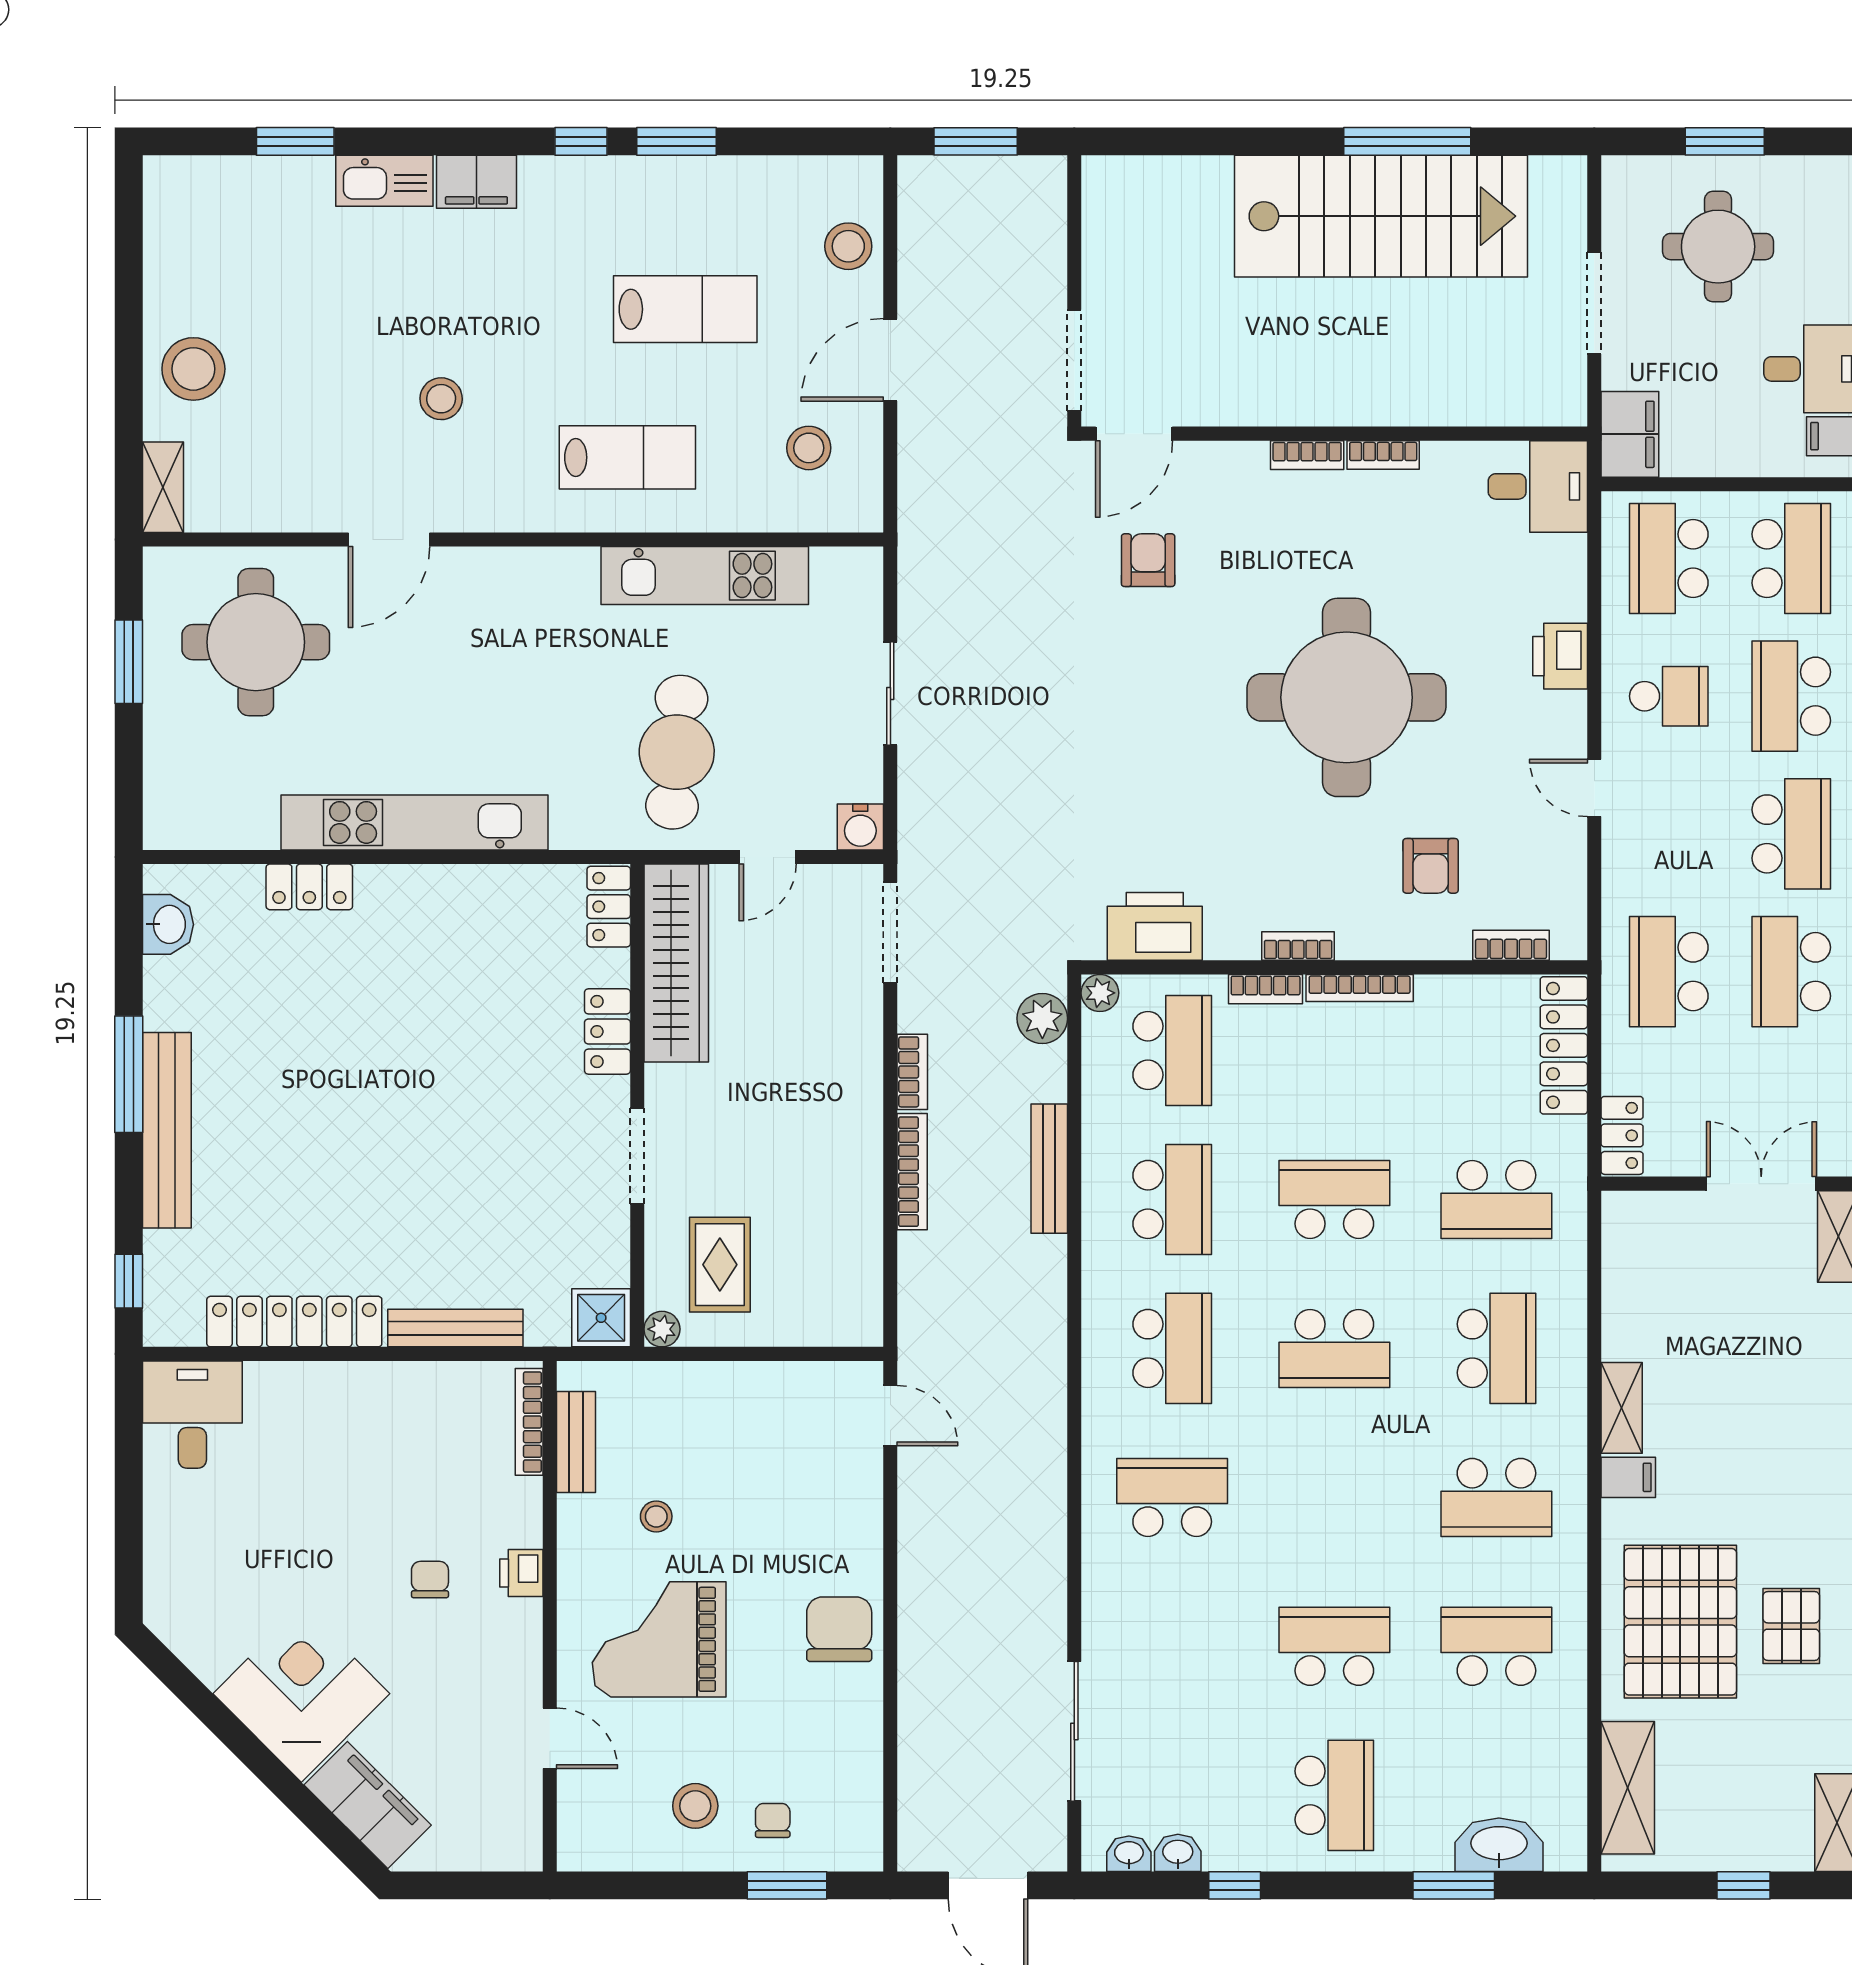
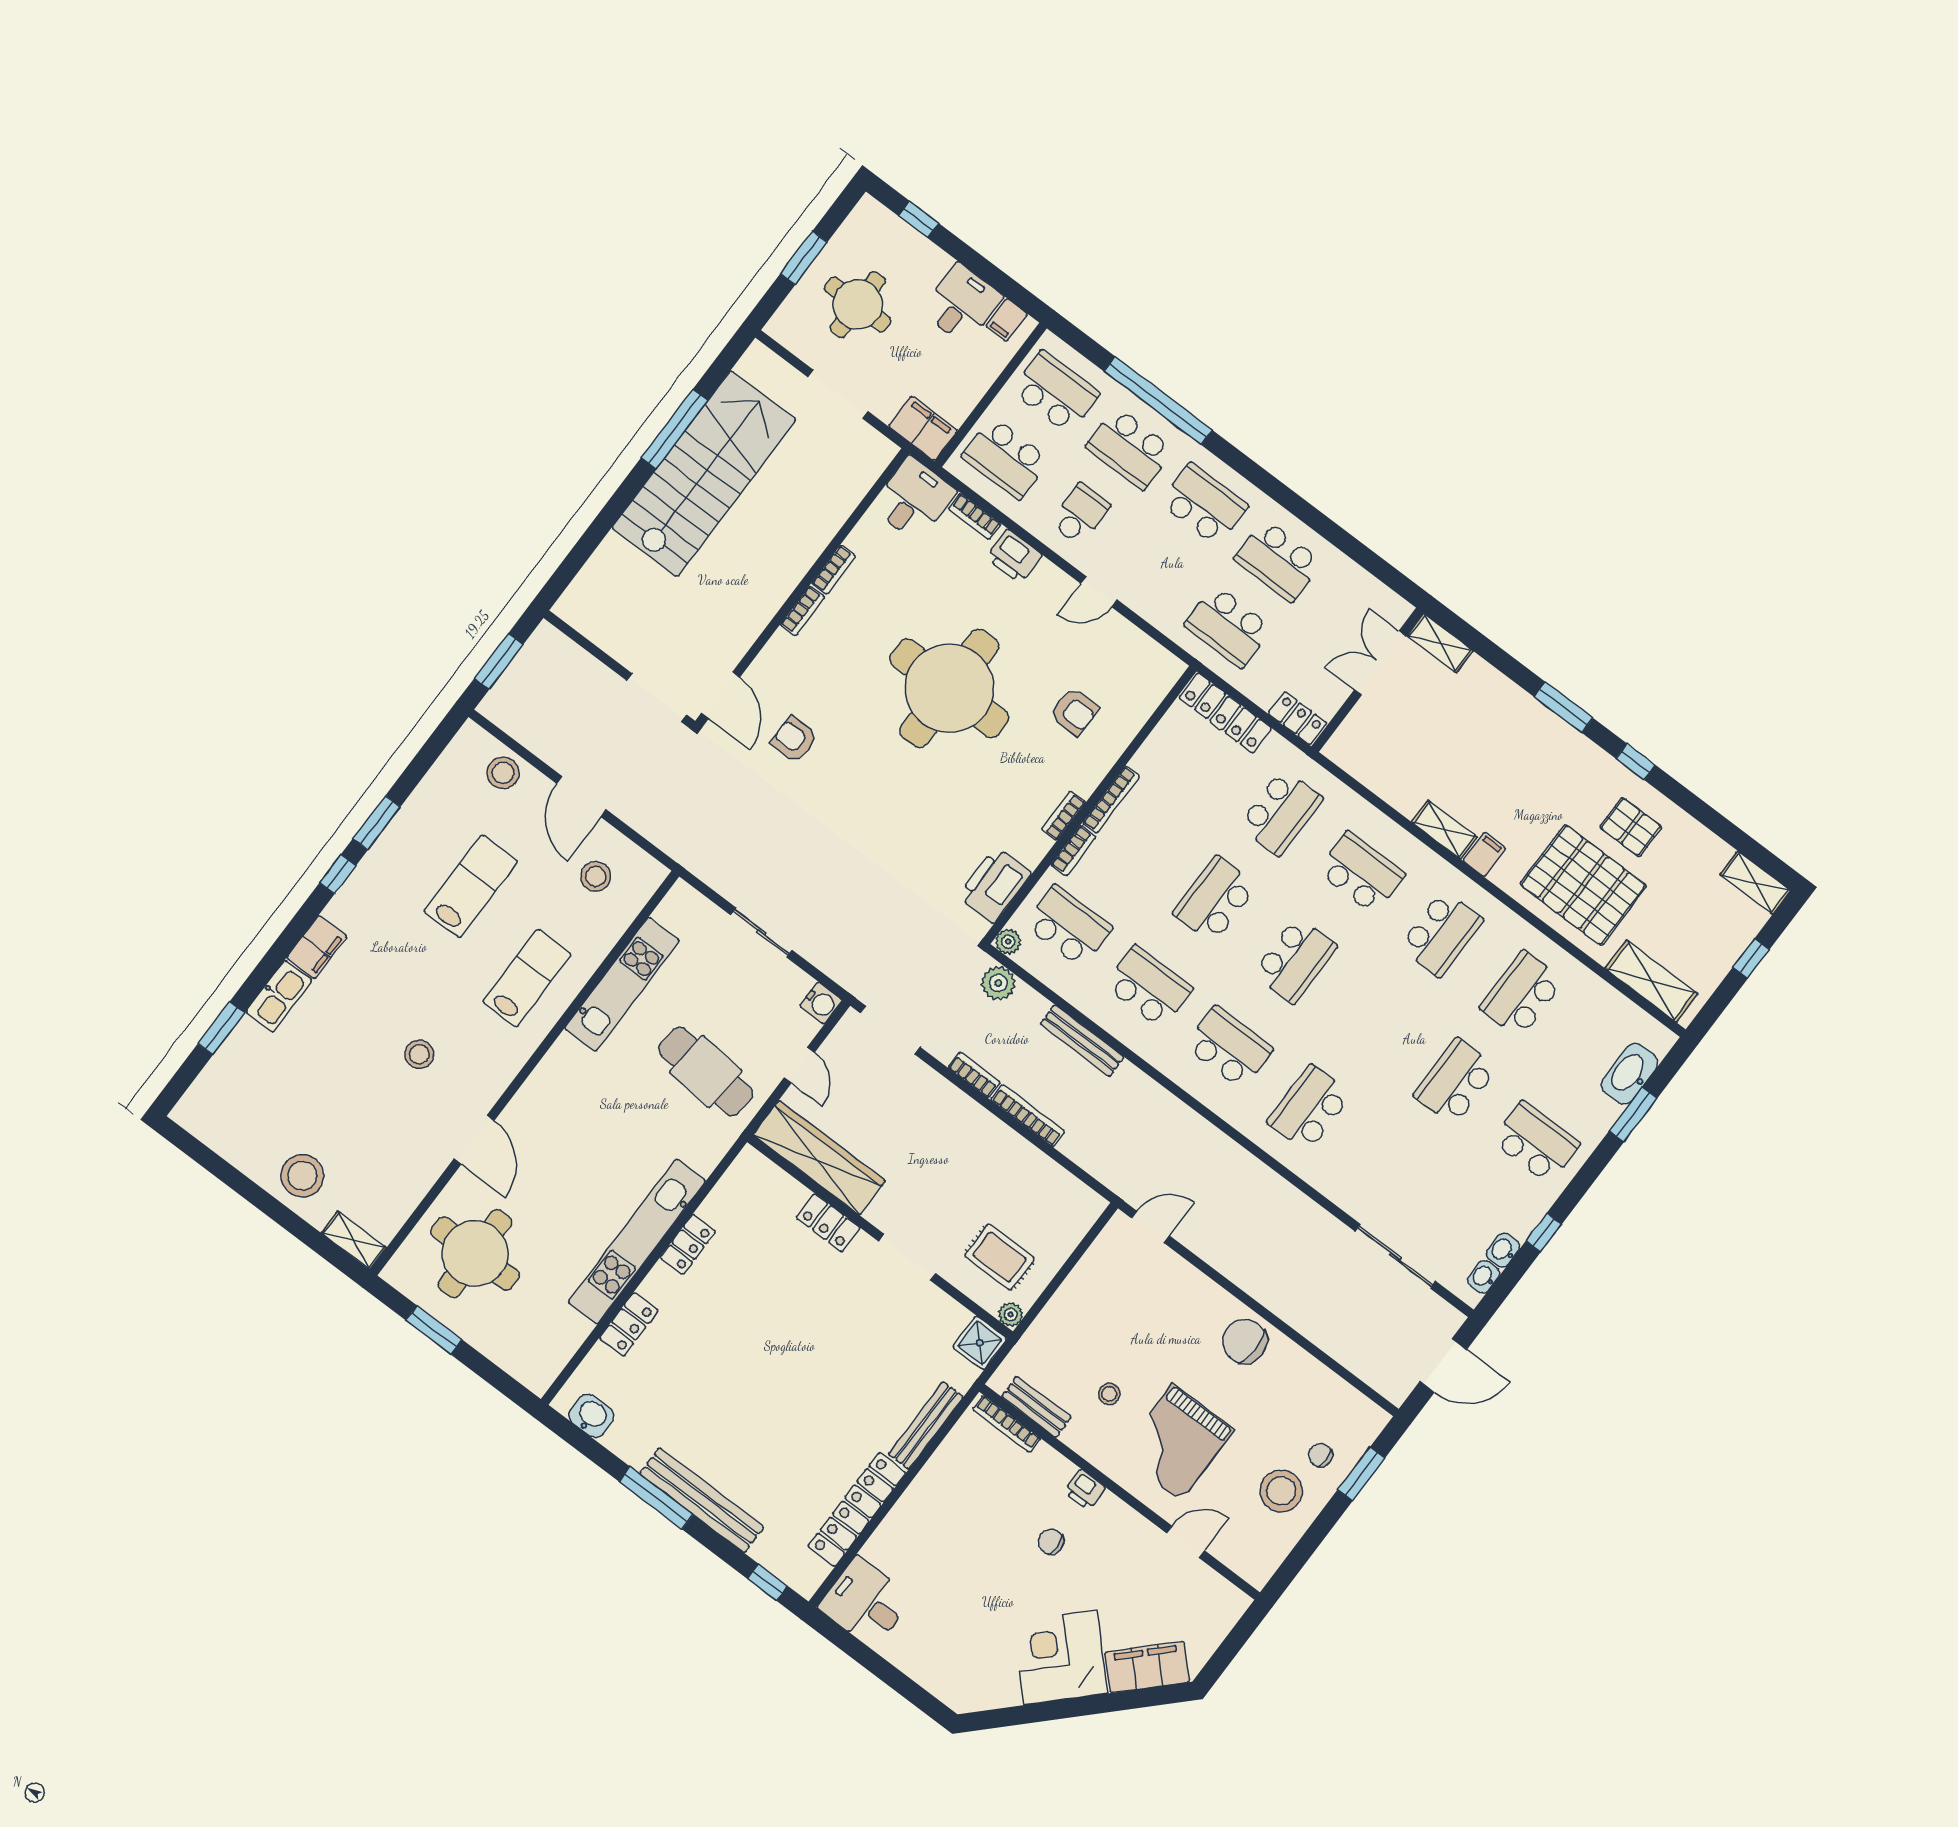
locker: (609, 907) -> (688, 1244), moved, turned -90
bookcase: (1511, 945) -> (975, 516), moved, turned -90
stool: (695, 1806) -> (1281, 1491), width x1.38, depth x1.38

